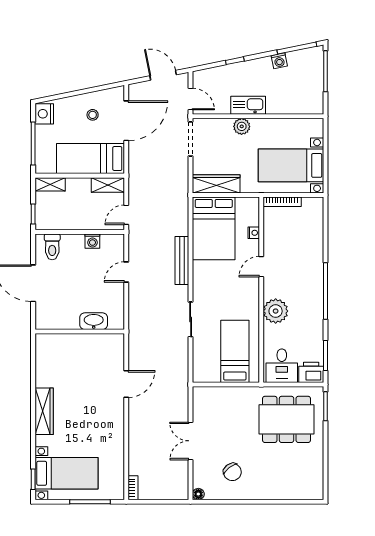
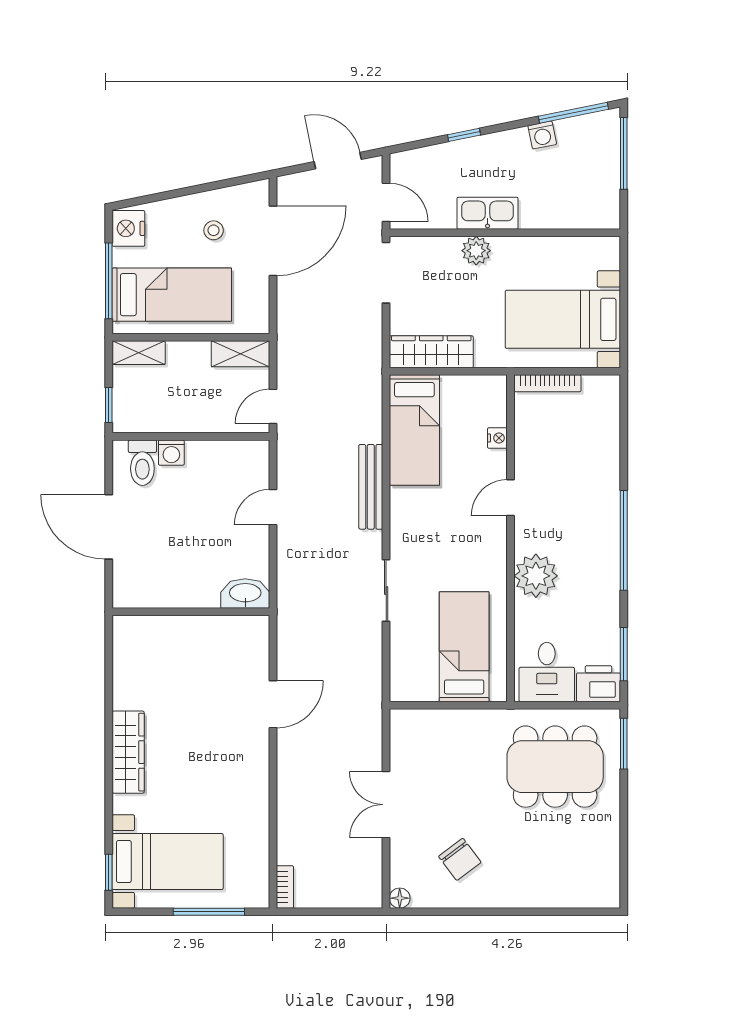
bed: (91, 159) -> (172, 295), moved, turned 180
bed: (214, 228) -> (414, 430), width x0.67
washing machine: (92, 241) -> (171, 453), moved
washbasin: (94, 321) -> (245, 594), moved

